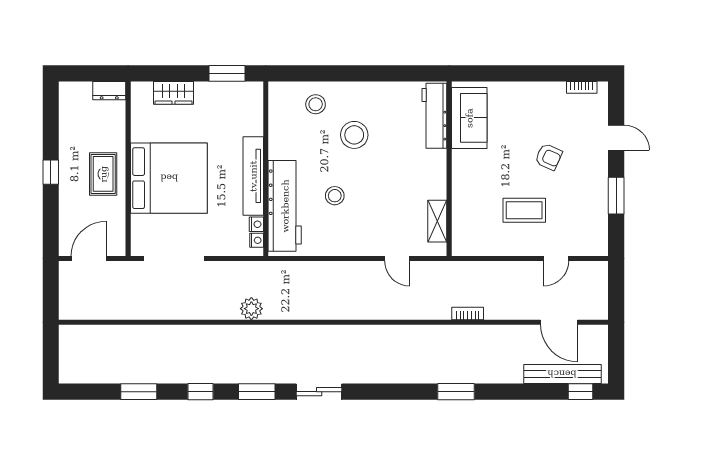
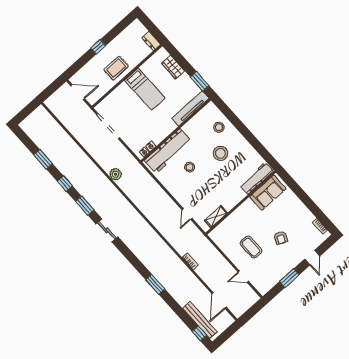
tv unit: (253, 176) -> (190, 108), moved
bed: (169, 178) -> (145, 89), width x0.49

